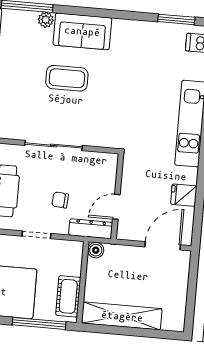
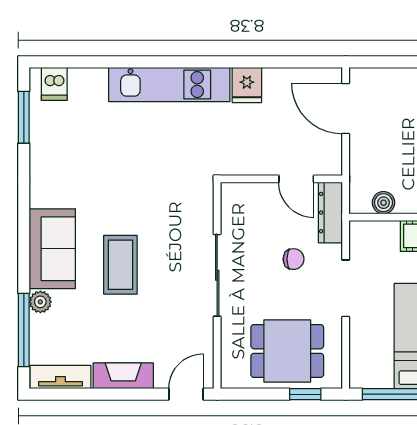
fridge: (184, 195) -> (247, 85), moved
chair: (60, 200) -> (294, 259), turned -94
doorway: (36, 235) -> (346, 288), width x1.38
boiler: (96, 250) -> (383, 203), moved

